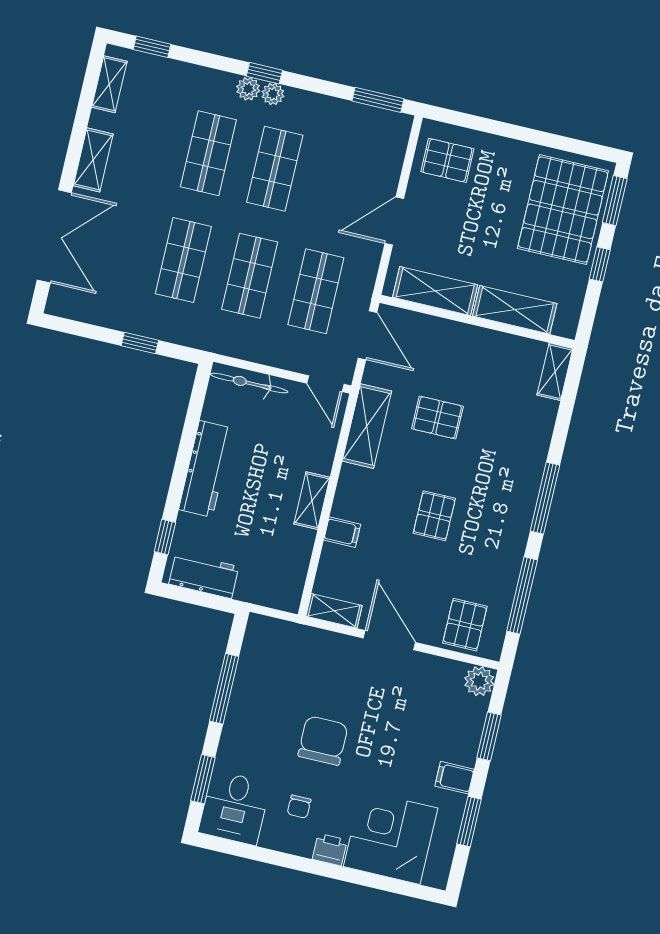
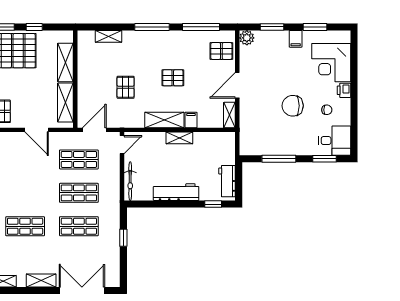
shop shelf: (275, 169) -> (25, 193), removed
shelving: (555, 372) -> (108, 36), moved
shelving: (367, 426) -> (164, 120), moved

